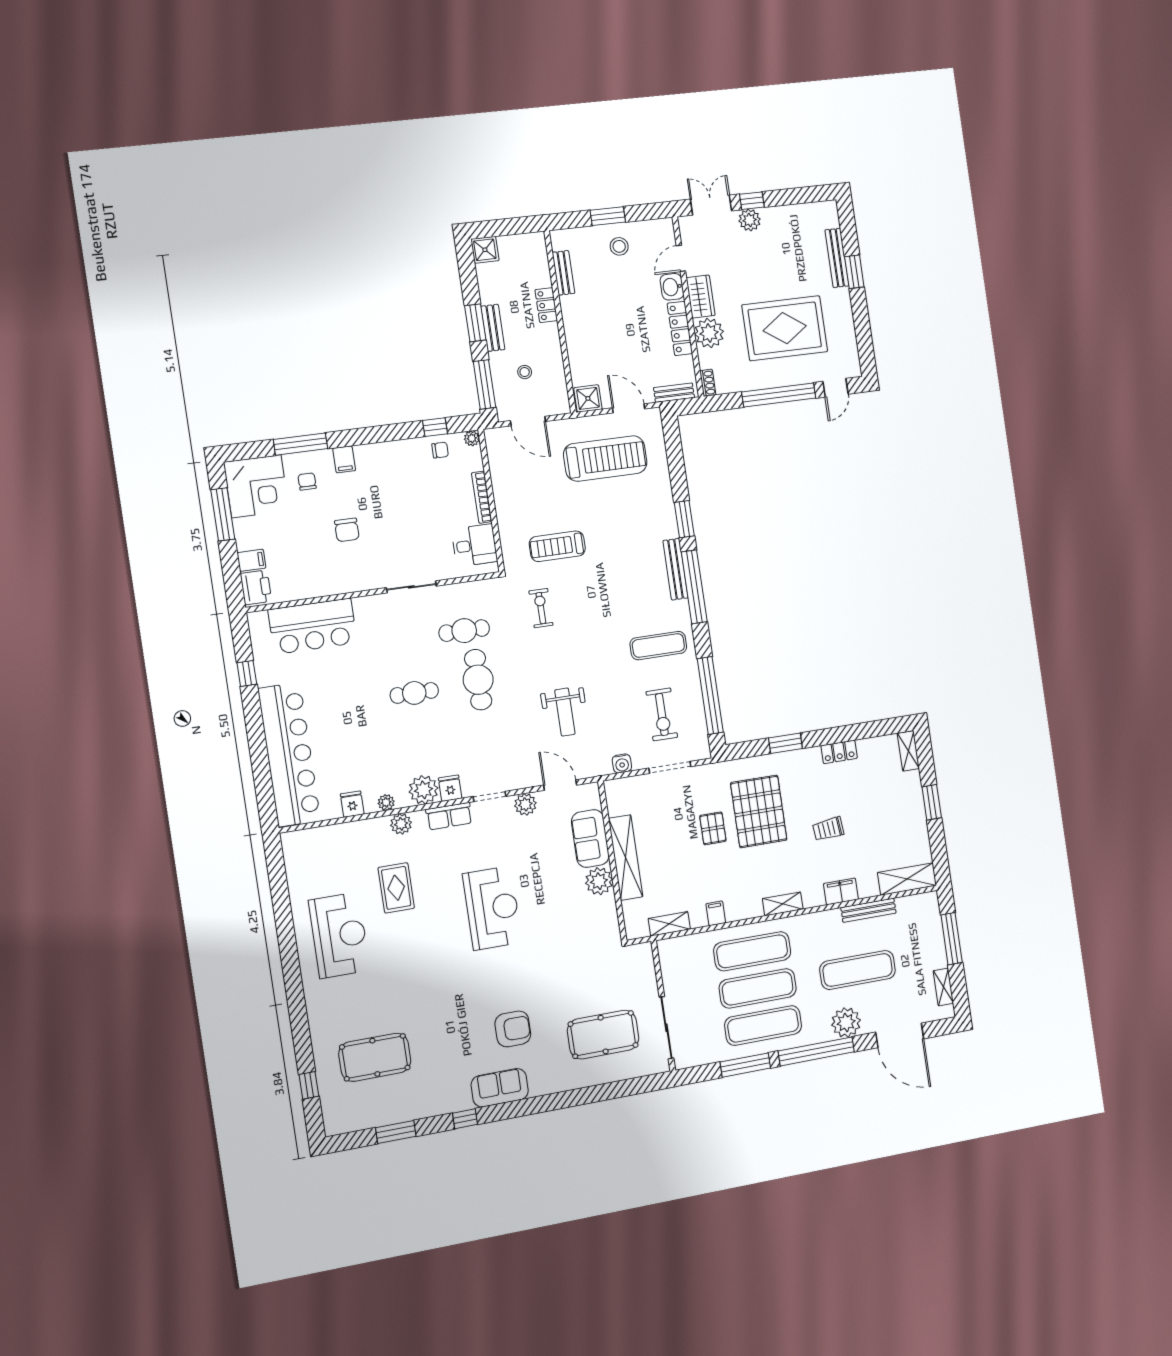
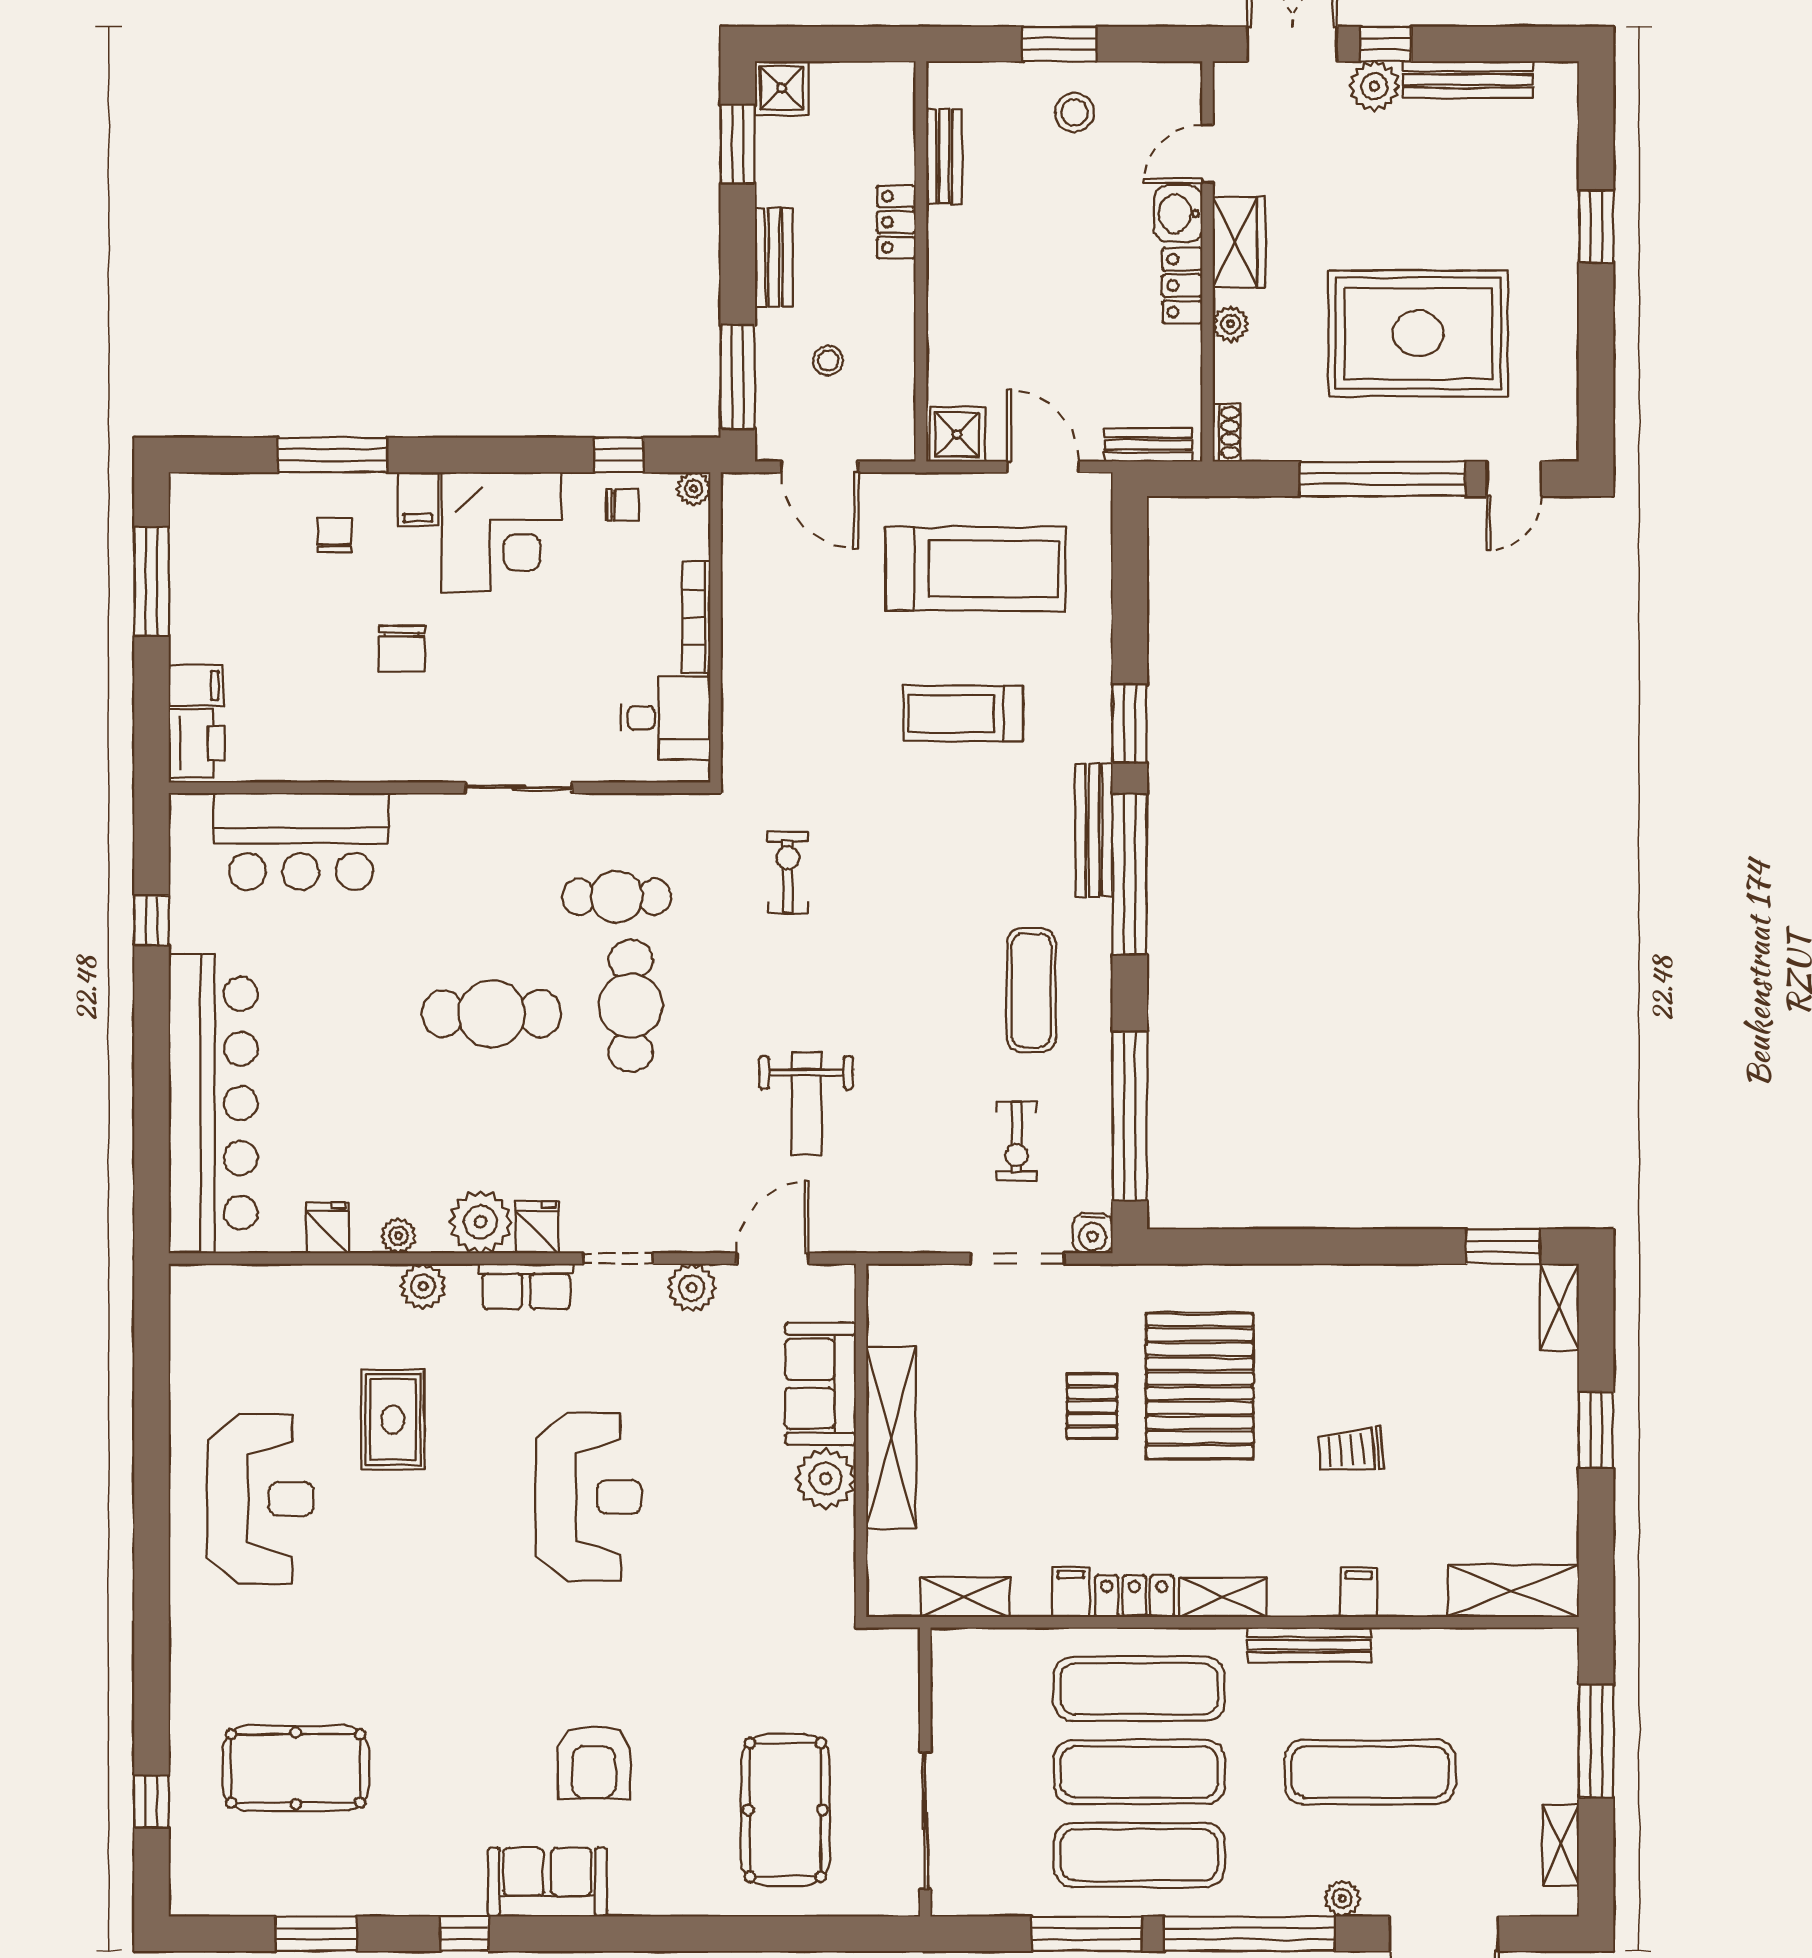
bench: (837, 258) -> (1468, 80), moved, turned 90
window: (475, 323) -> (738, 144), moved
locker: (680, 328) -> (1182, 286), width x0.66
plant: (709, 333) -> (1230, 324), width x0.53, depth x0.53
corner desk: (256, 486) -> (502, 532), moved
treadmill: (557, 546) -> (963, 714), moved
exercise mat: (658, 646) -> (1031, 990), turned 90
cafe table: (414, 693) -> (492, 1014), width x1.37, depth x1.35
exercise bike: (662, 714) -> (1017, 1141), width x0.73, depth x0.72
window: (785, 743) -> (1503, 1247), moved
locker: (839, 752) -> (1134, 1596), moved, turned 180
water cooler: (622, 763) -> (1093, 1233), moved
door: (560, 785) -> (773, 1258), hinge flipped
filing cabinet: (841, 891) -> (1358, 1592), width x0.50
bench: (868, 910) -> (1309, 1645), moved
plant: (846, 1023) -> (1342, 1899), width x0.53, depth x0.53
armchair: (513, 1029) -> (594, 1762), turned 90
pool table: (603, 1035) -> (785, 1810), turned 90

